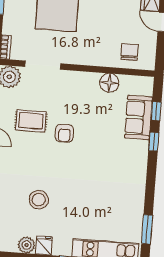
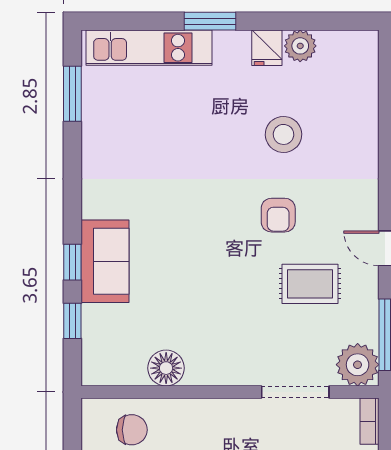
chair: (130, 52) -> (132, 430), turned -90
sofa: (138, 118) -> (105, 261), moved
armchair: (64, 133) -> (278, 215), moved, turned 180

